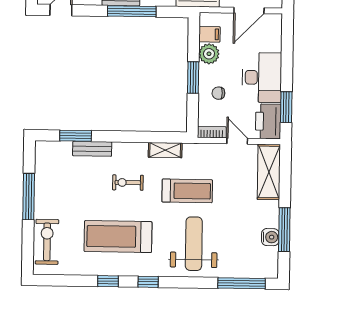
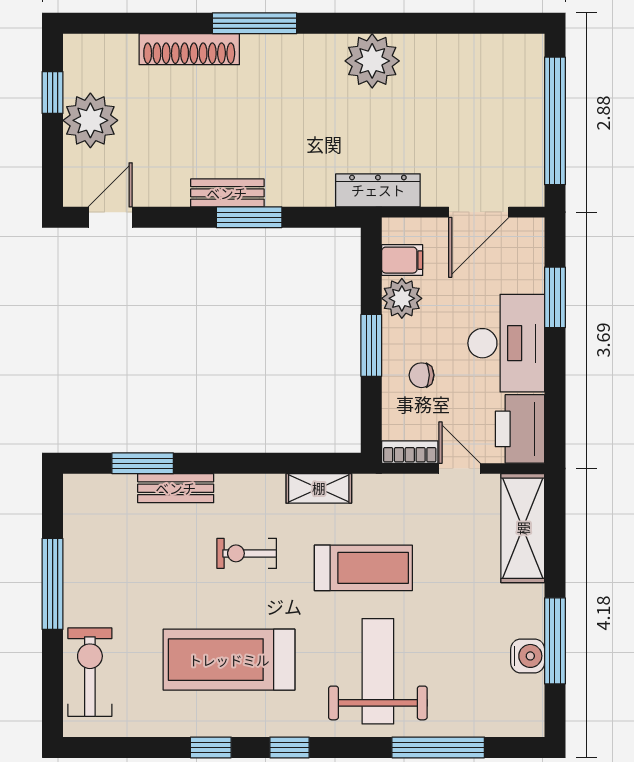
window: (132, 11) -> (249, 217), width x0.69
window: (286, 107) -> (555, 297), moved
window: (242, 283) -> (438, 747), moved

